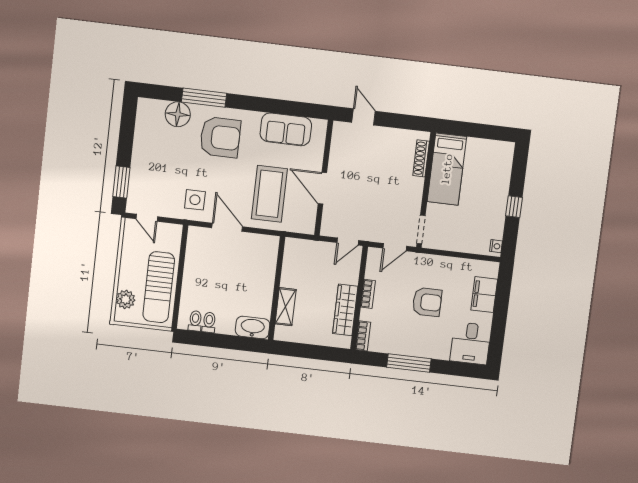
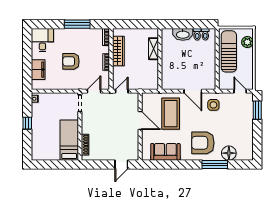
door: (363, 117) -> (121, 165), hinge flipped
washbasin: (253, 327) -> (183, 34), moved

